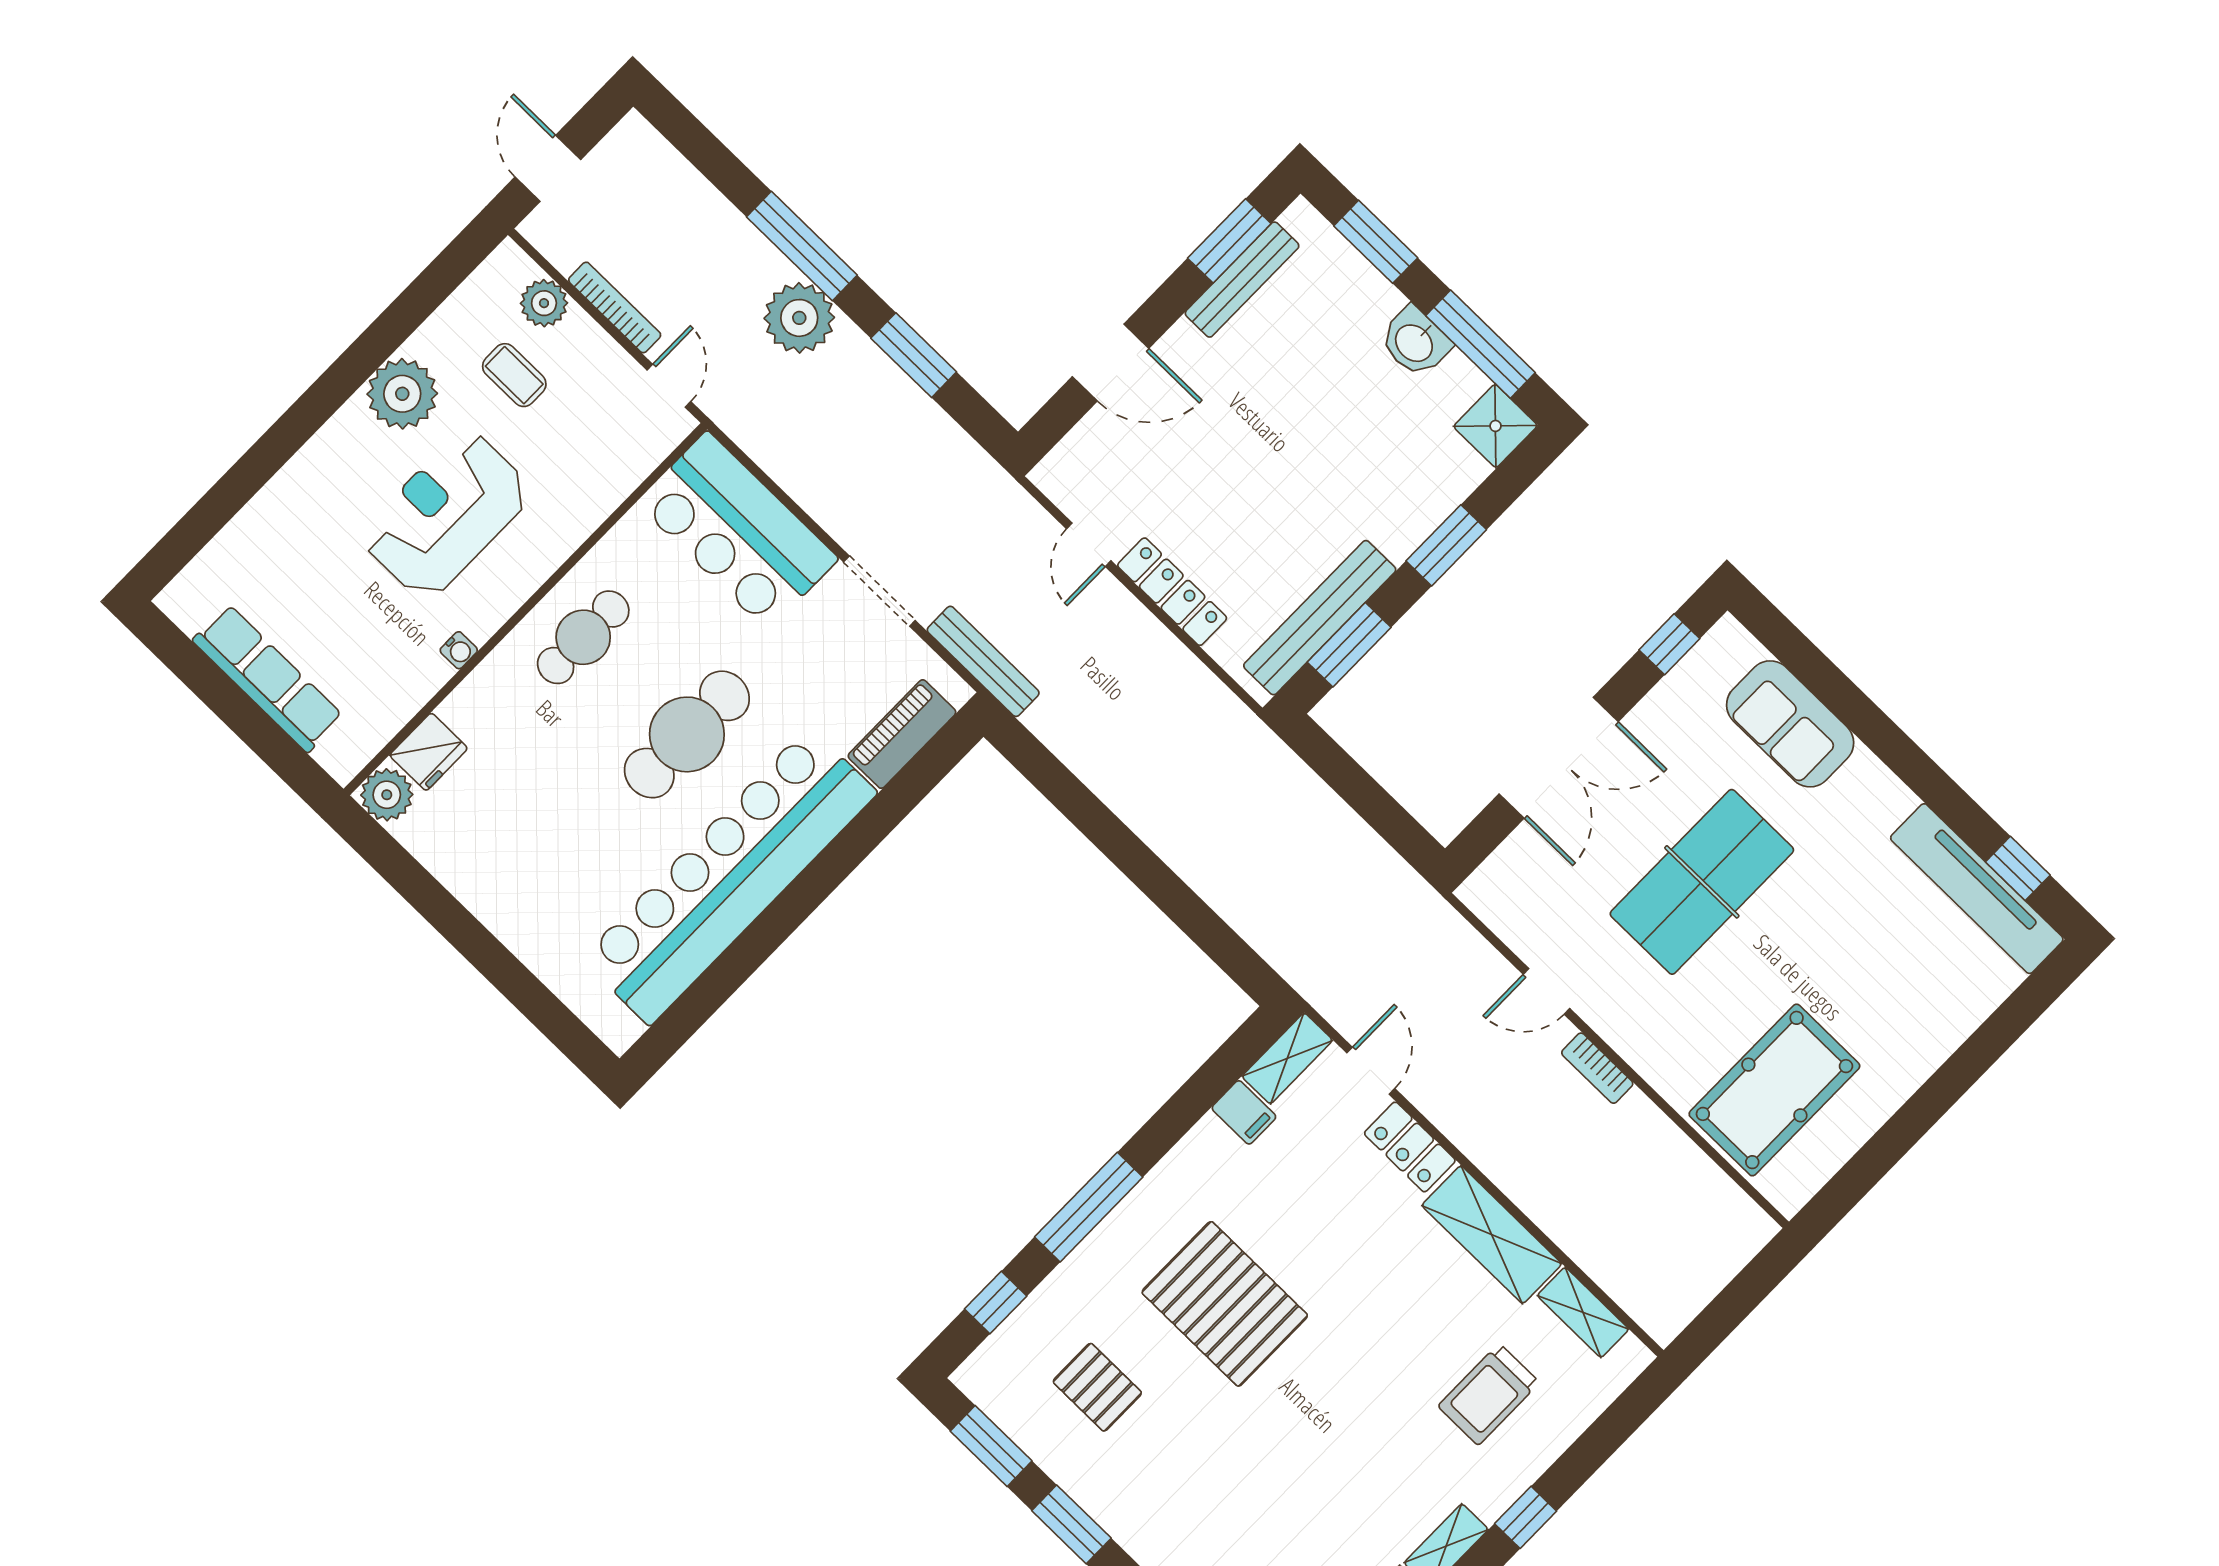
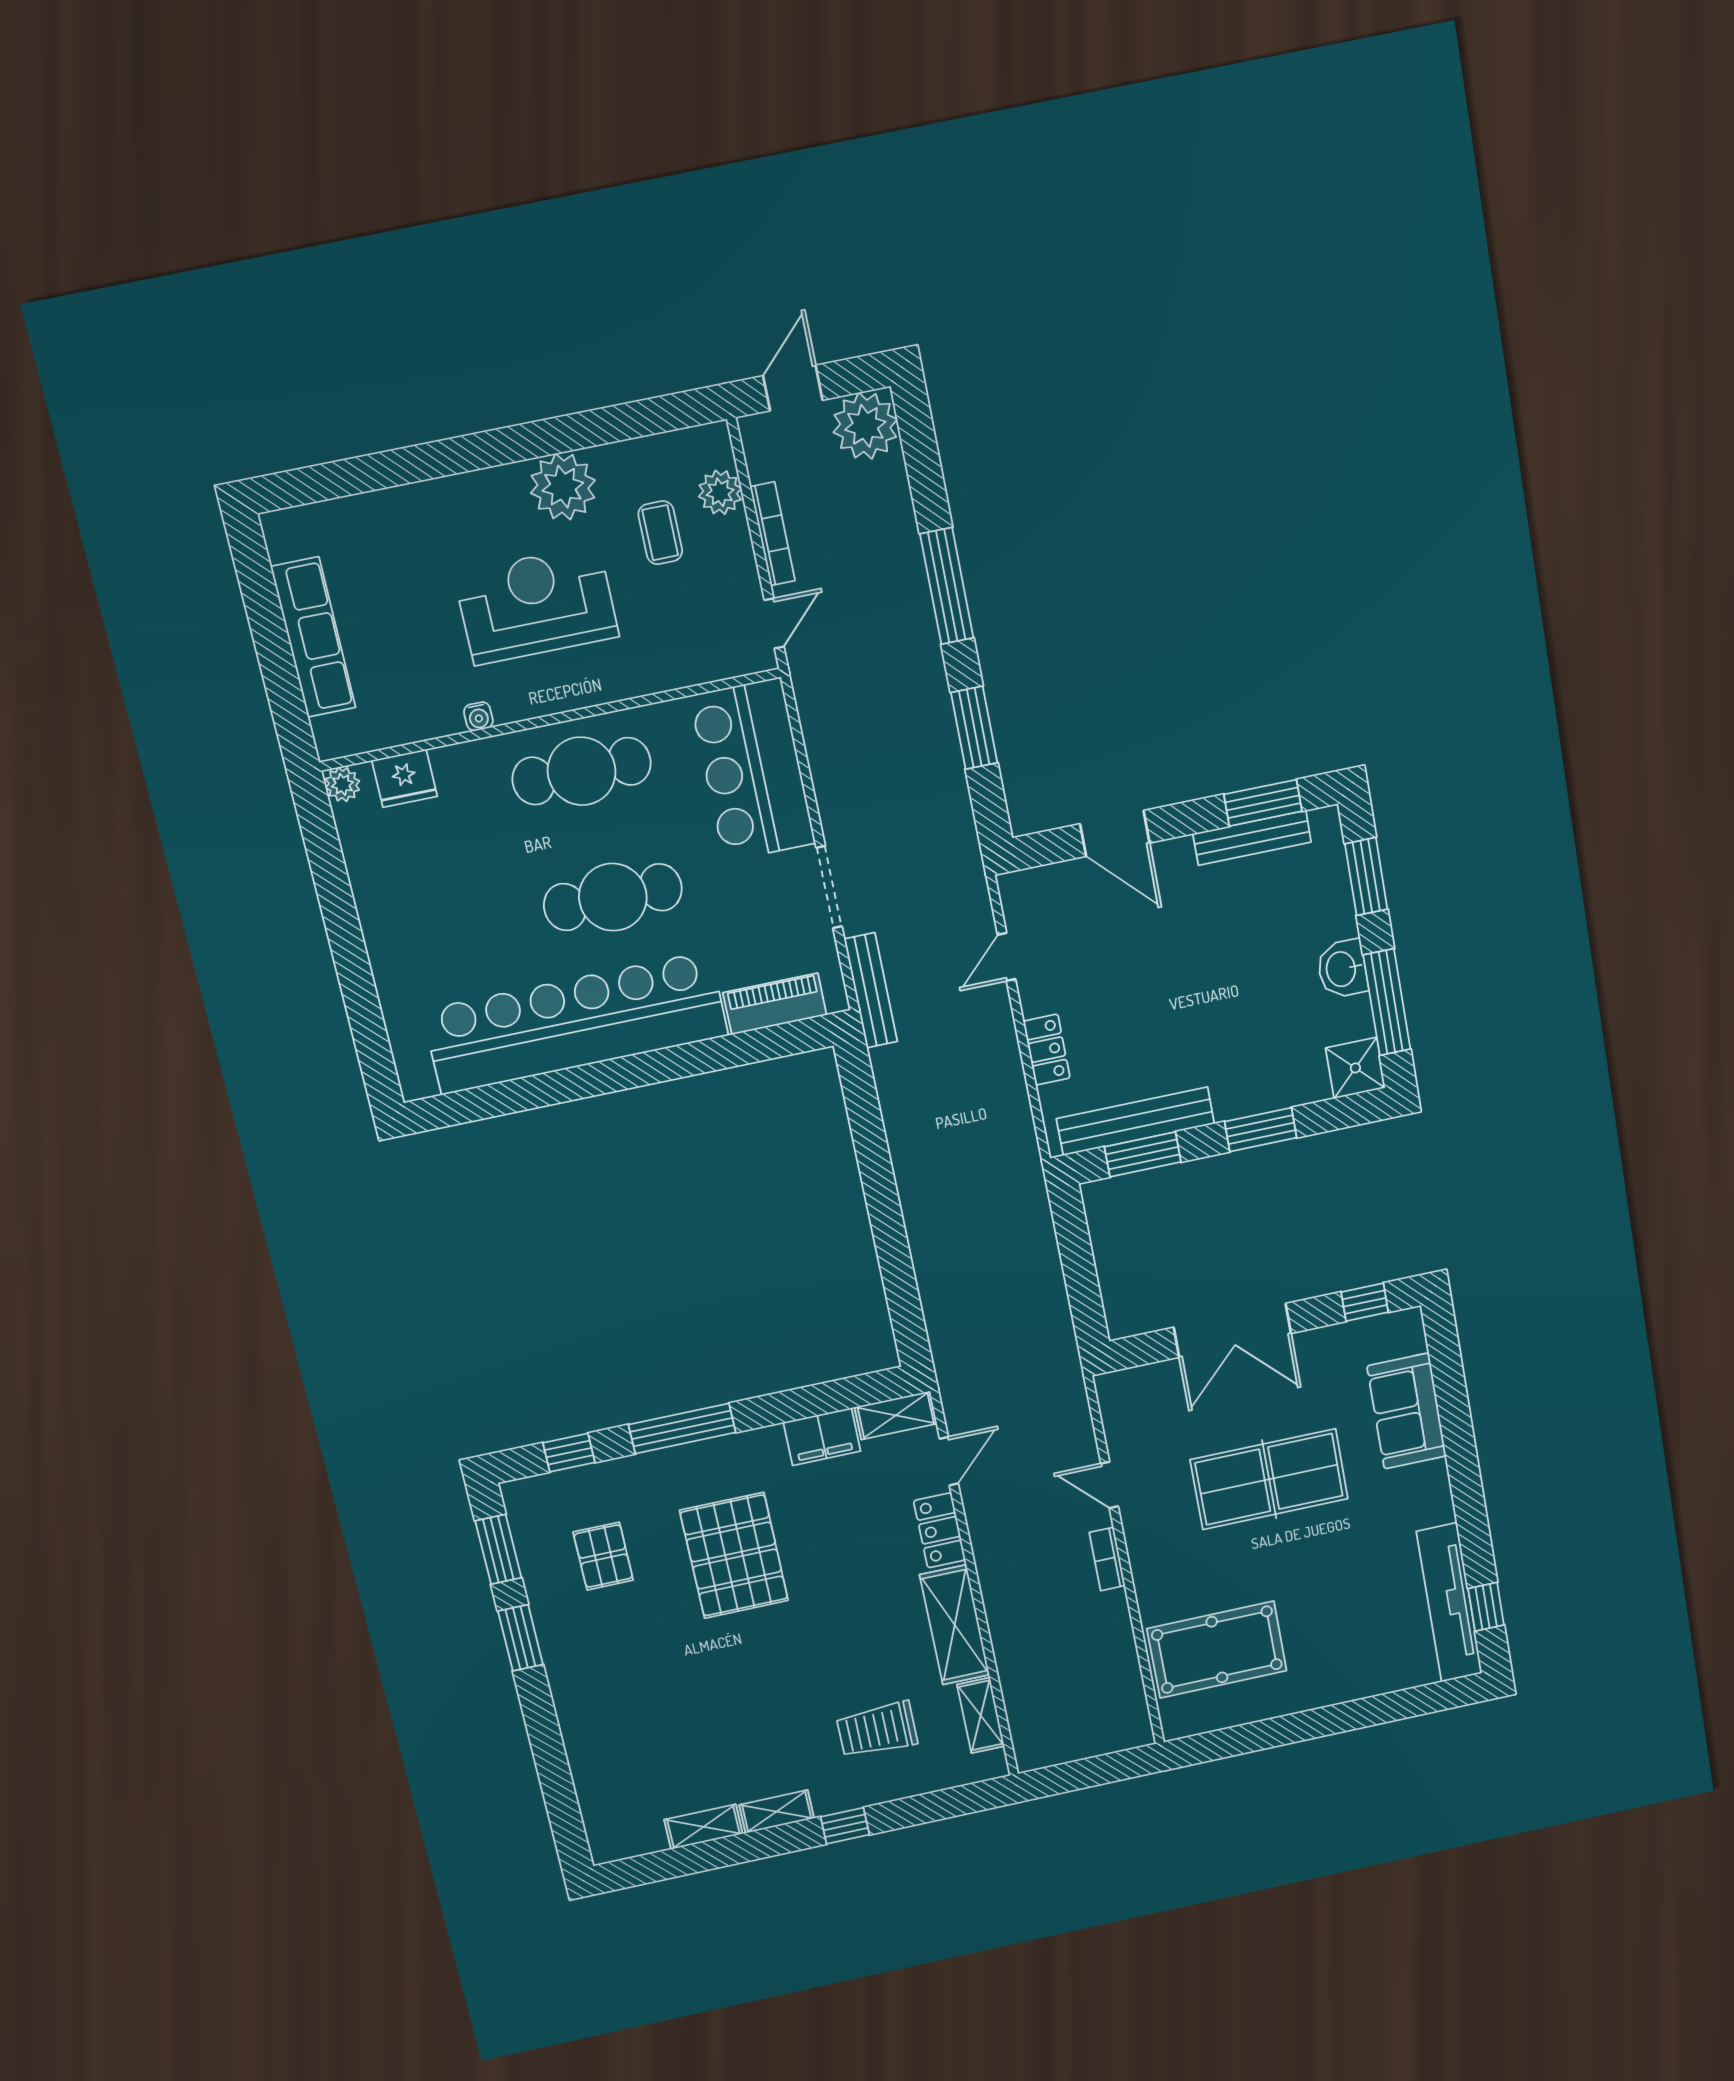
plant: (799, 318) -> (865, 426), moved
locker: (1172, 592) -> (1047, 1050), width x0.66
cafe table: (583, 637) -> (582, 771), width x1.37, depth x1.35
plant: (387, 795) -> (342, 784), width x0.73, depth x0.73
filing cabinet: (1244, 1112) -> (822, 1437), width x2.00

